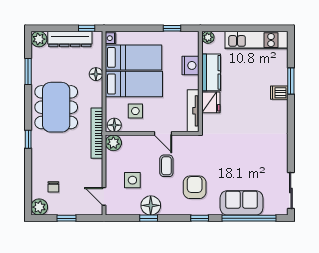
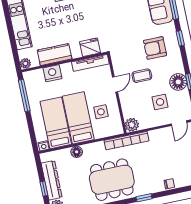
window: (87, 28) -> (44, 189), moved
window: (172, 28) -> (24, 95), width x2.17
fridge: (211, 102) -> (90, 47), moved
floor lamp: (114, 125) -> (117, 127), removed
chair: (53, 187) -> (169, 184), moved

